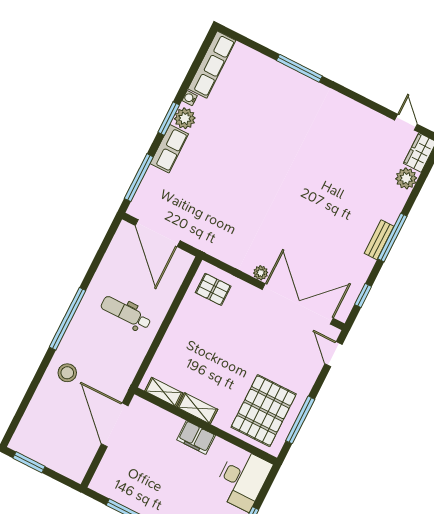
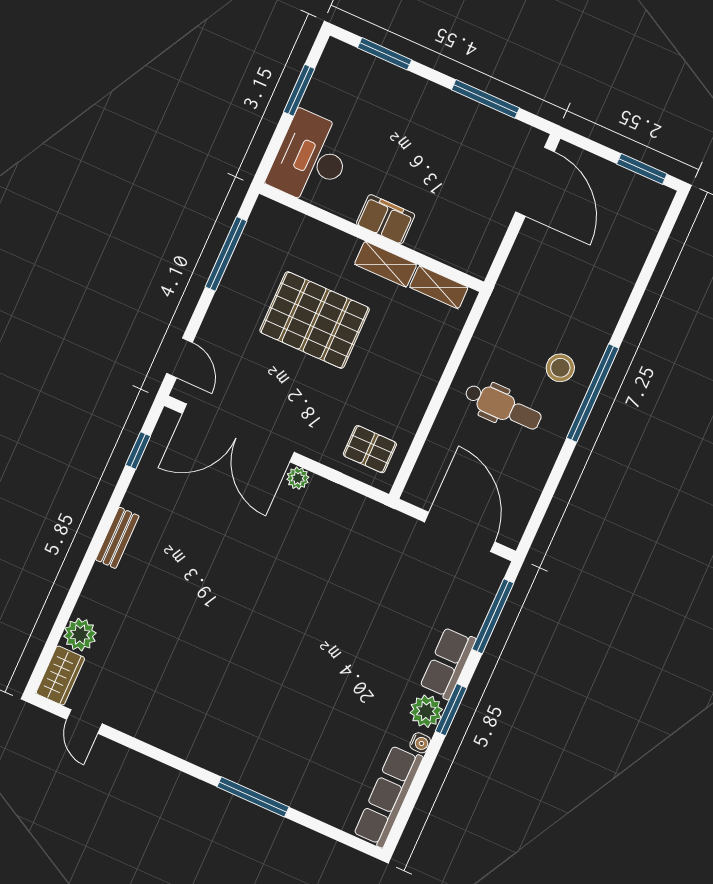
window: (392, 238) -> (97, 542), removed
stool: (67, 373) -> (560, 368), moved
pallet: (264, 411) -> (315, 320), moved, turned 90
door: (115, 425) -> (535, 182), moved

